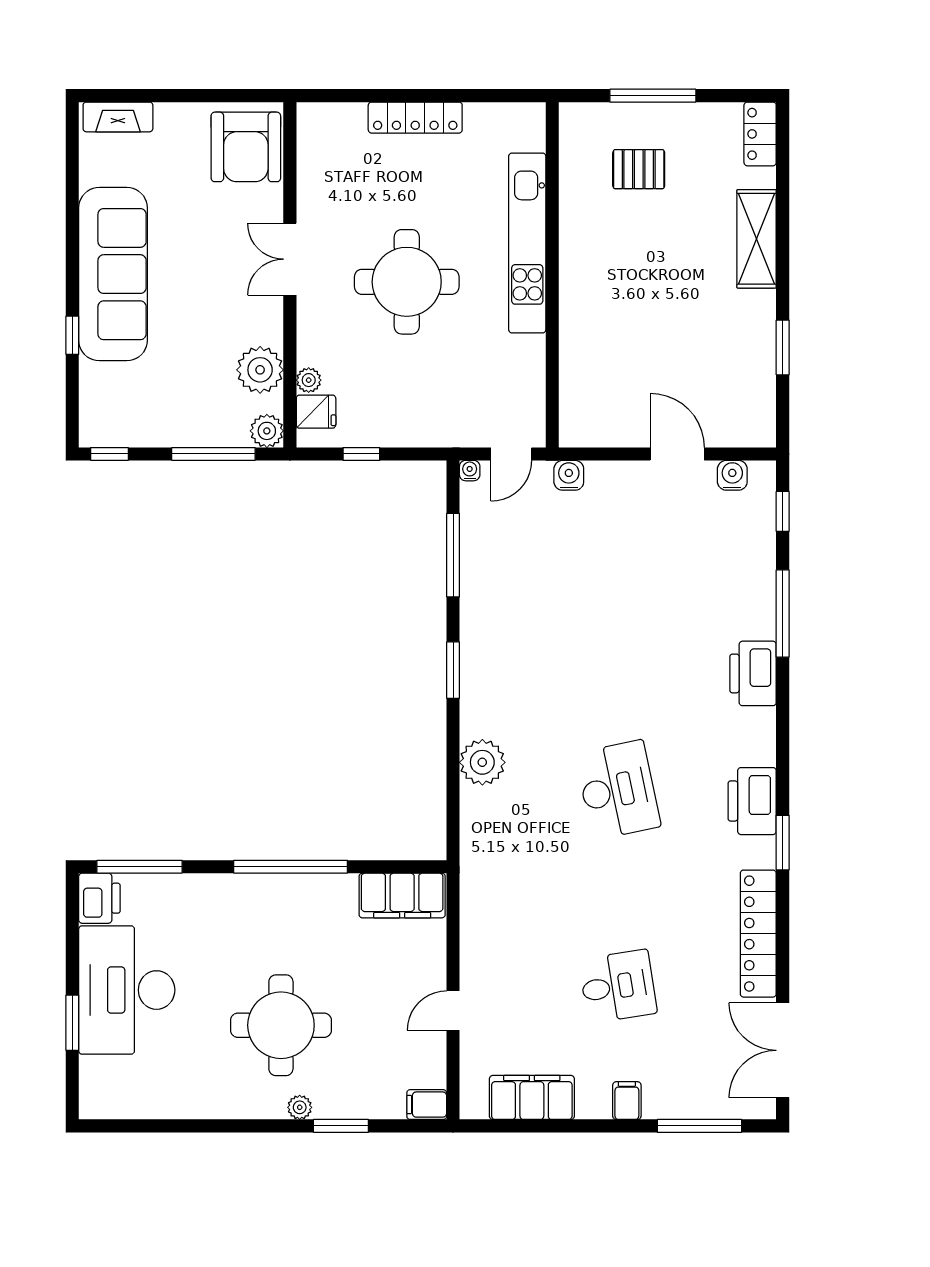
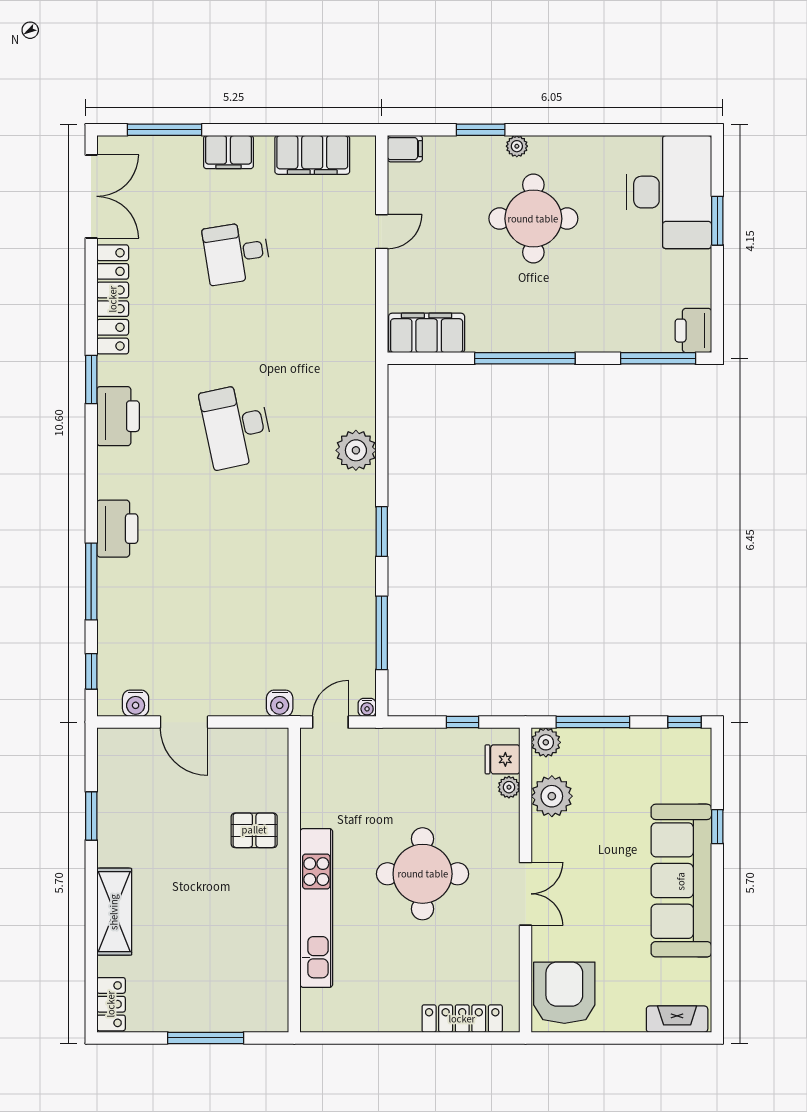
locker: (415, 118) -> (462, 1019), moved
pallet: (639, 169) -> (254, 830), moved
desk: (127, 990) -> (669, 192), moved
filing cabinet: (627, 1101) -> (228, 152), width x2.00

